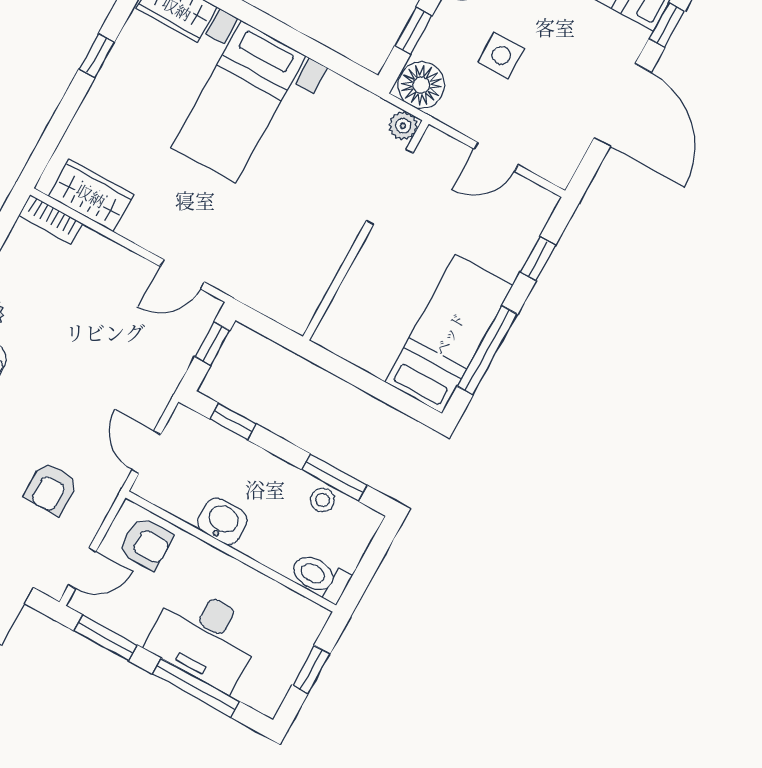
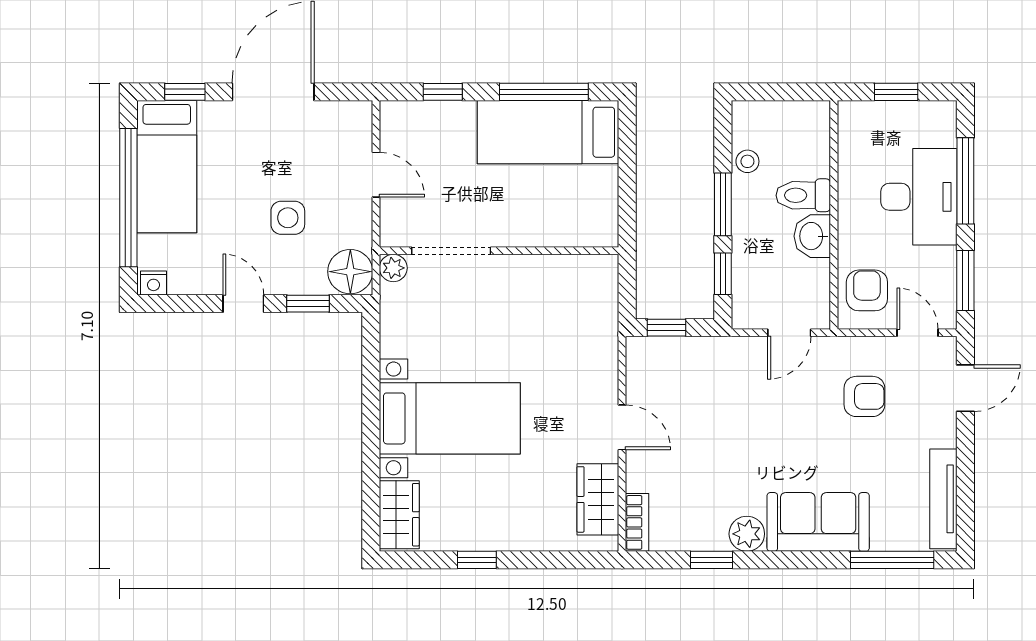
door: (182, 274) -> (622, 427), moved
window: (334, 477) -> (723, 204), moved
toilet: (320, 577) -> (803, 195), moved, turned 90

